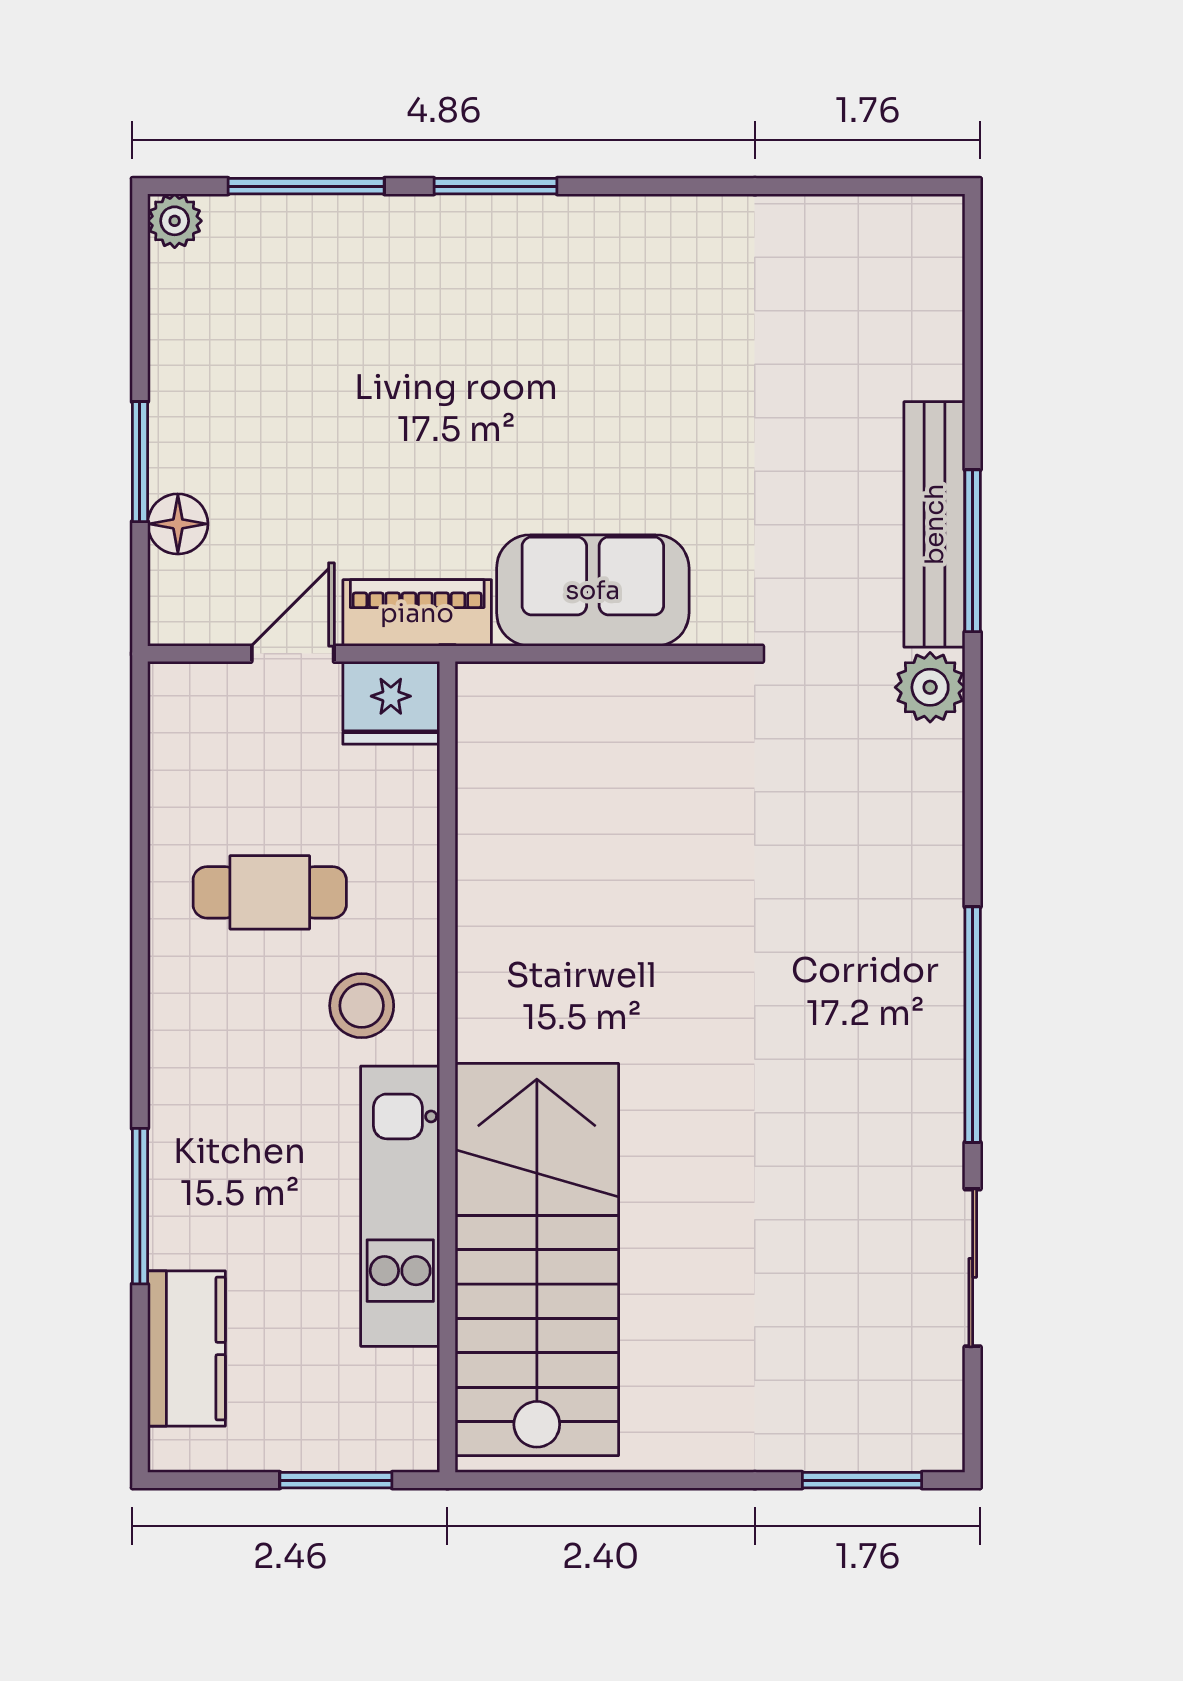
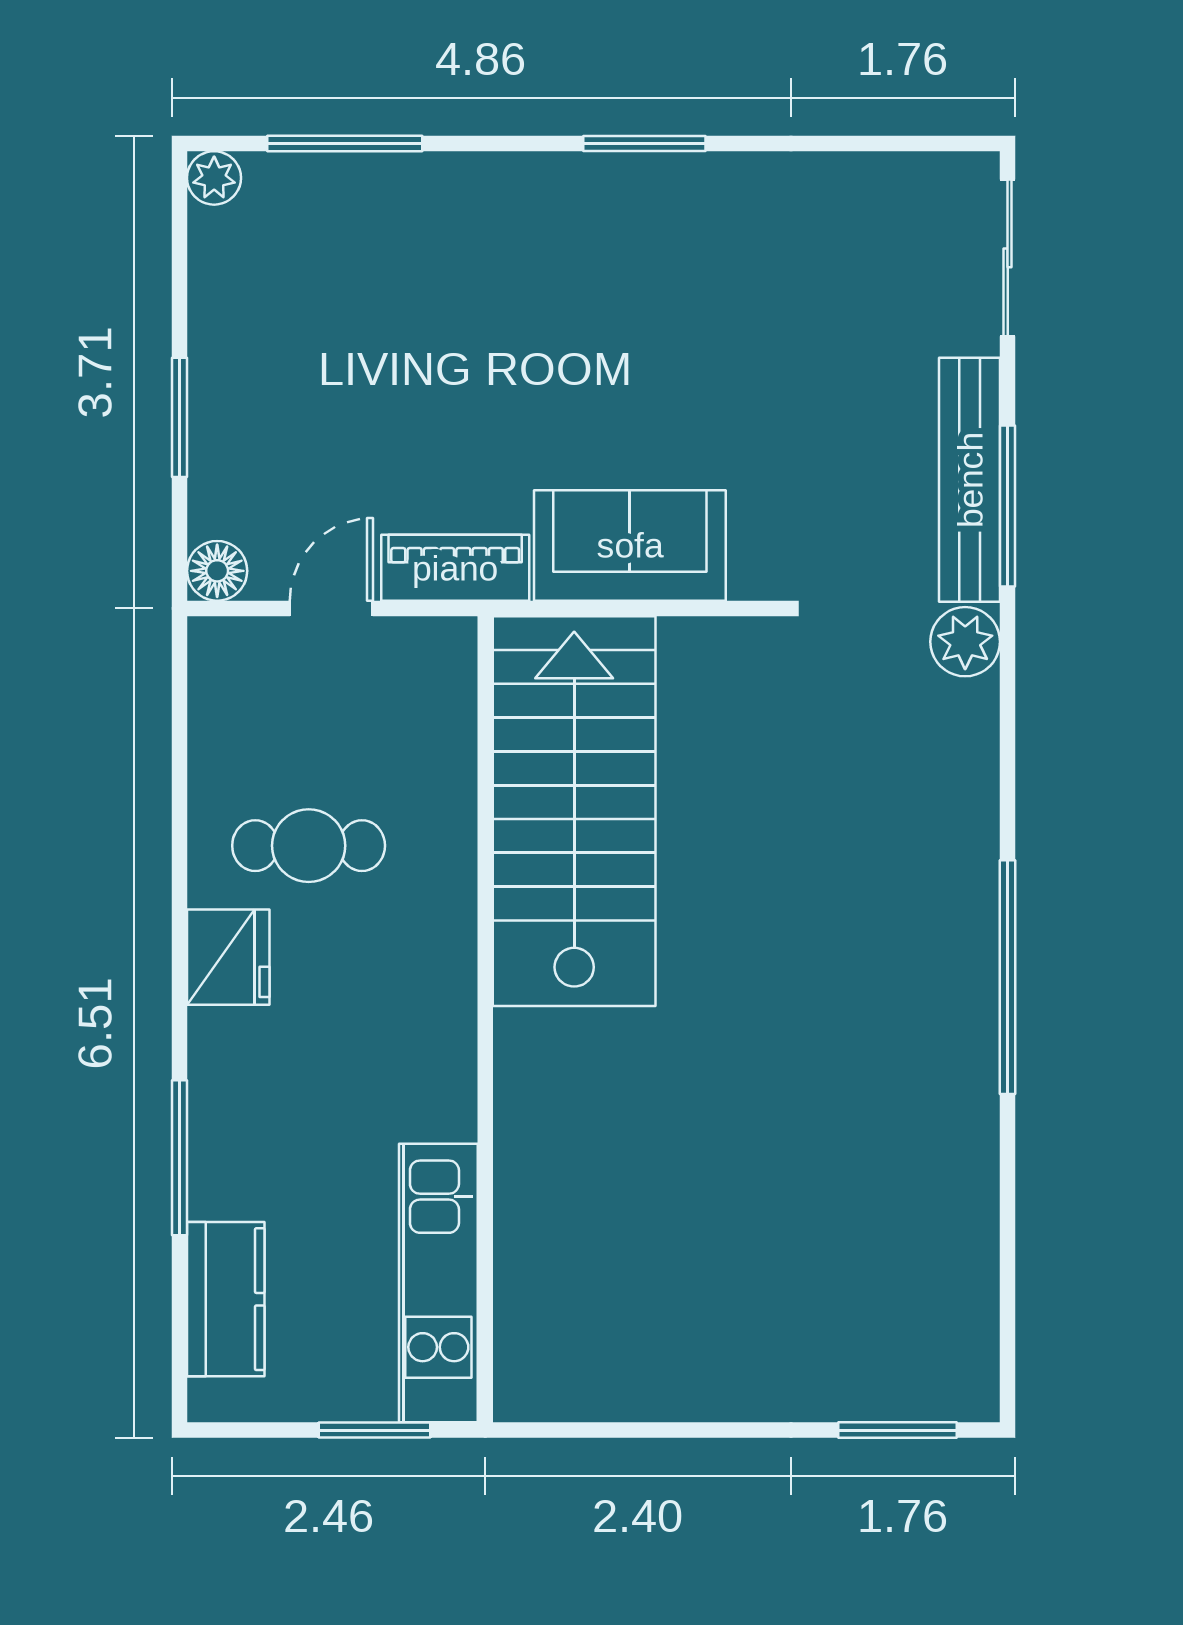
window: (495, 186) -> (644, 143), moved
floor lamp: (178, 524) -> (217, 571), moved
fridge: (391, 703) -> (228, 957), moved, turned -90
stool: (362, 1006) -> (400, 958), removed
kitchen unit: (400, 1206) -> (438, 1283), moved
stairs: (537, 1260) -> (574, 811), moved
sliding door: (973, 1268) -> (1008, 258), moved

